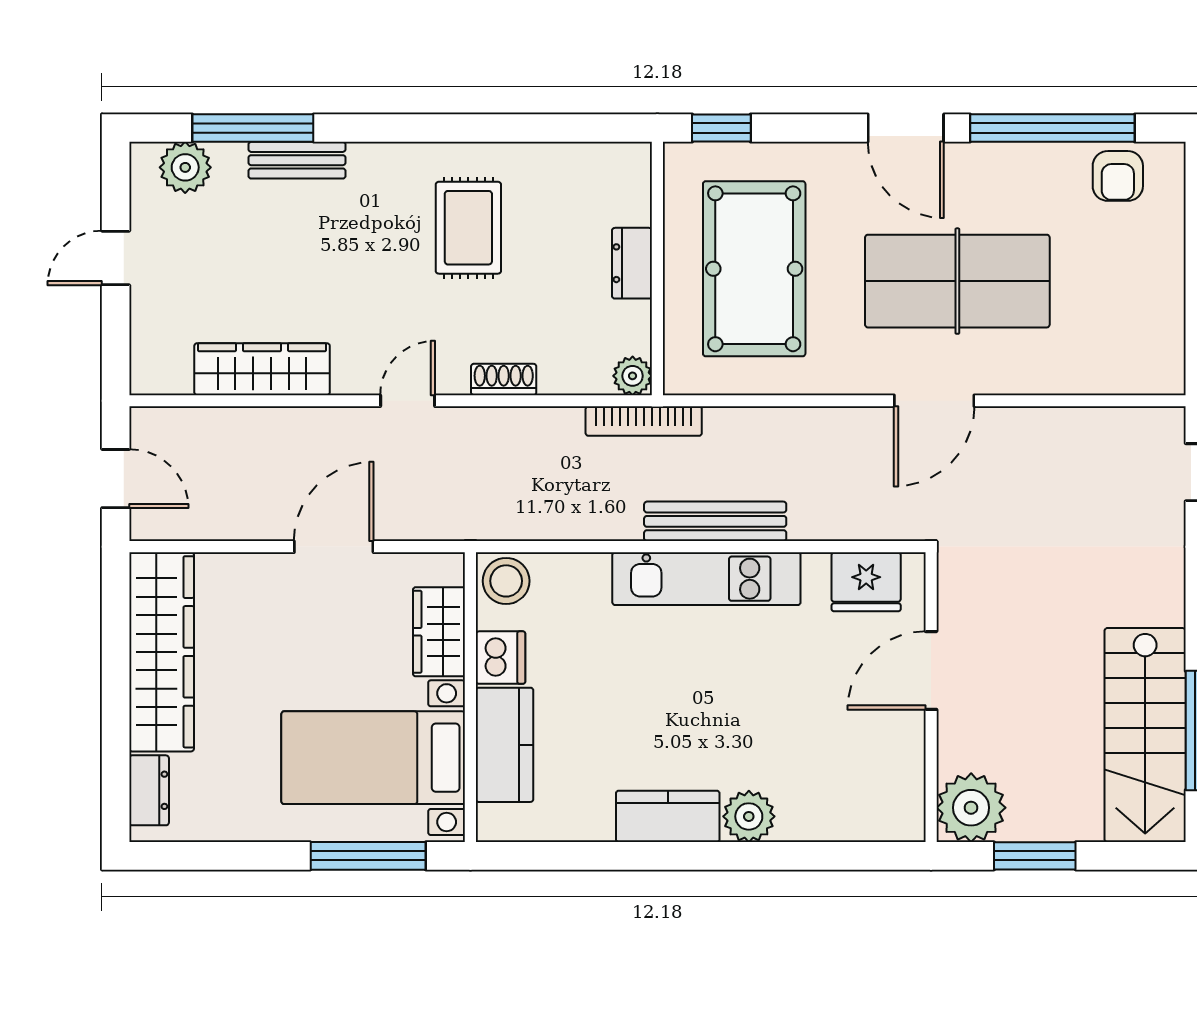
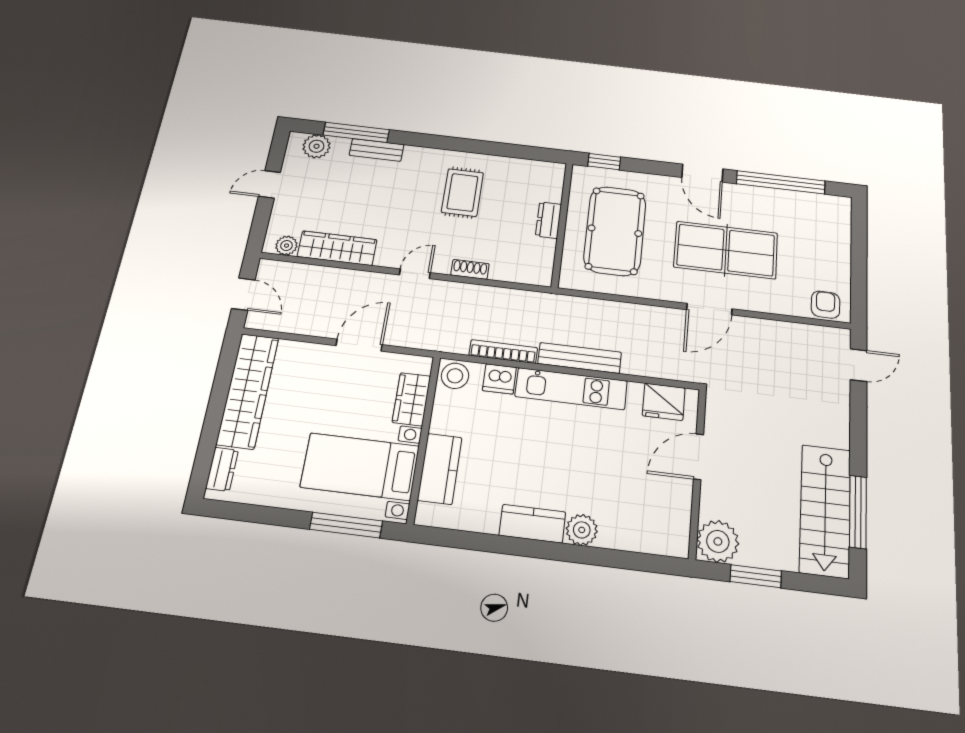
armchair: (1118, 176) -> (826, 305), moved, turned 180
plant: (633, 376) -> (286, 246), moved
bookcase: (644, 421) -> (503, 351), moved, turned 180
dishwasher: (501, 658) -> (499, 379), moved, turned 90

